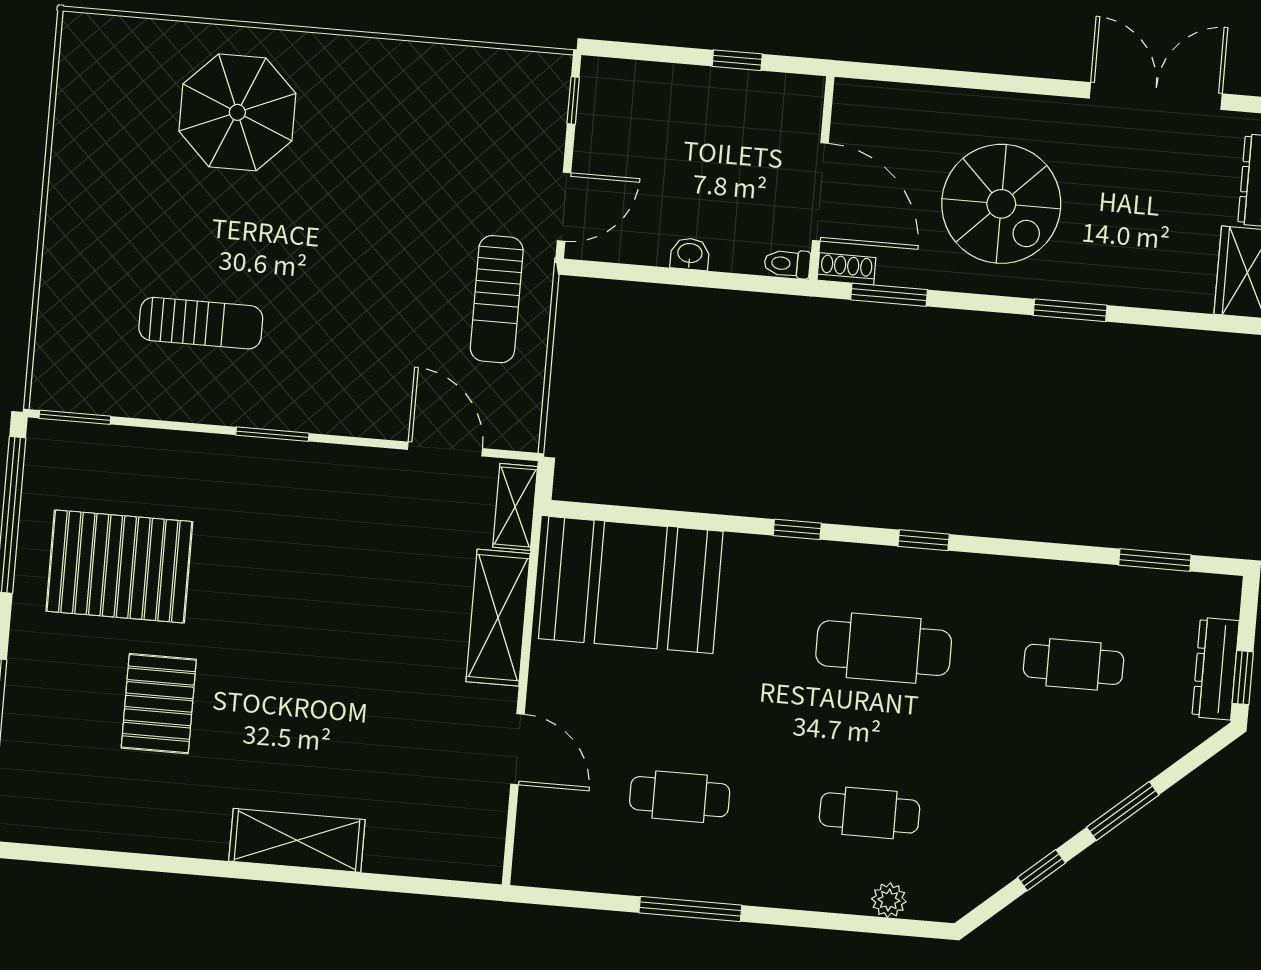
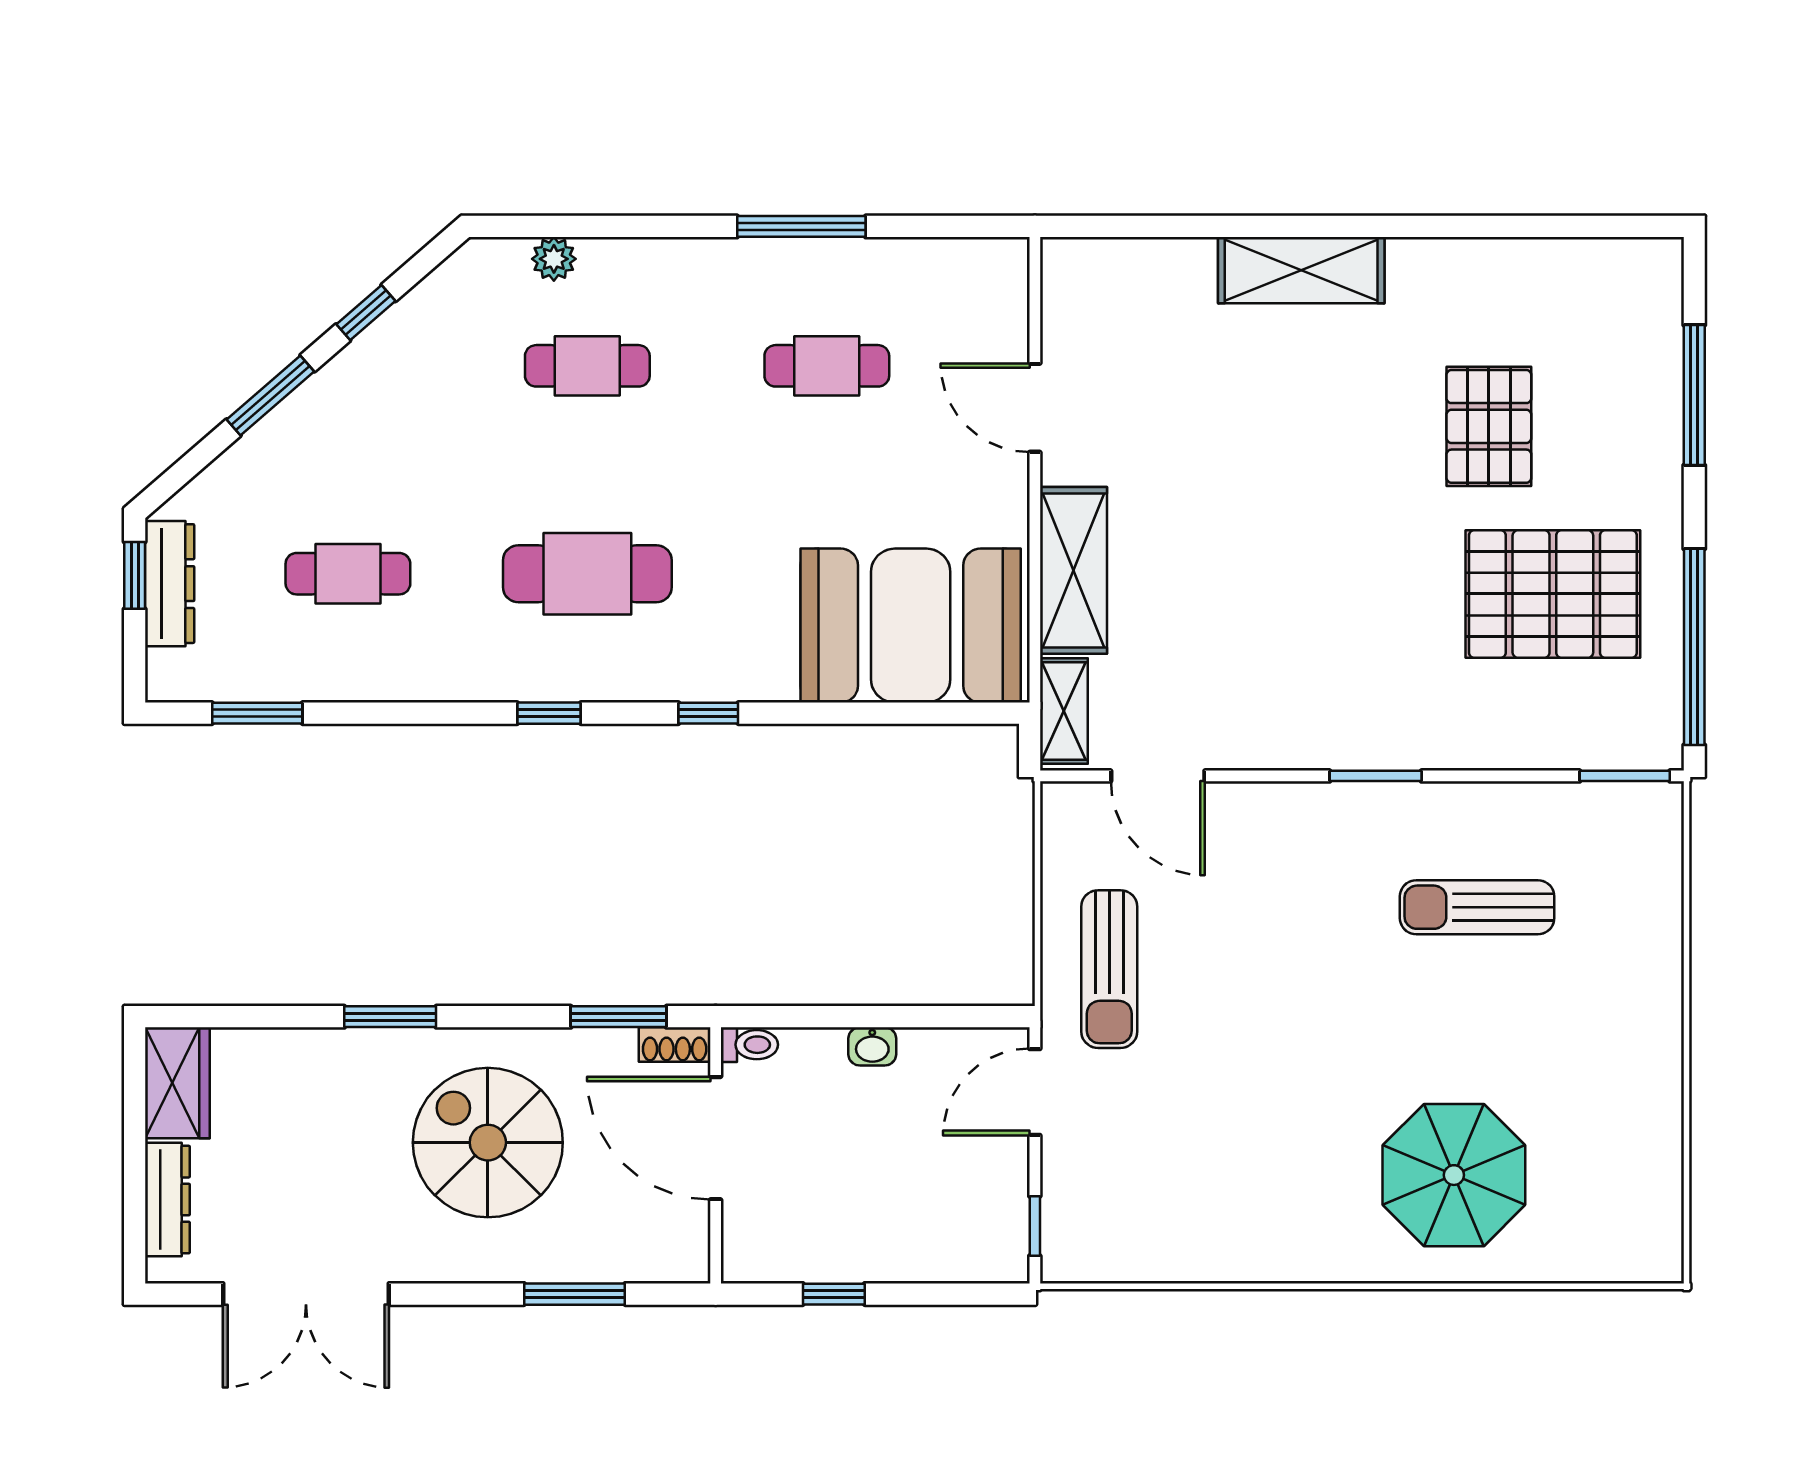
window: (943, 78) -> (575, 1294), added
sun lounger: (497, 299) -> (1109, 969), turned 180

